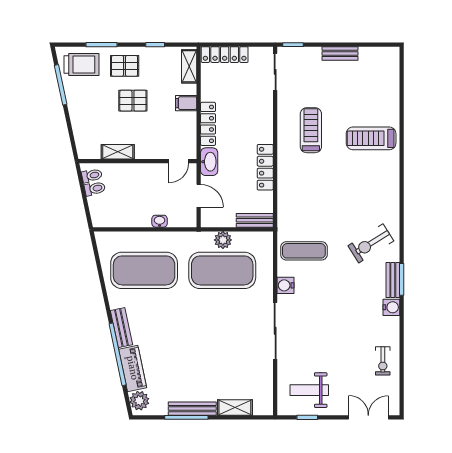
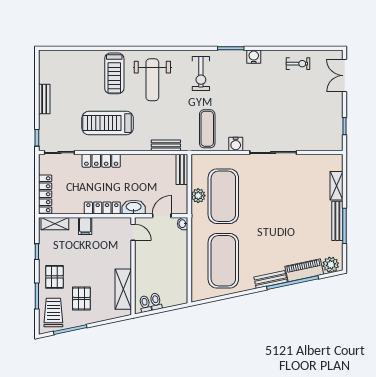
pallet: (133, 101) -> (81, 298), moved
treadmill: (311, 130) -> (108, 123), width x1.37, depth x1.38
shelving: (118, 152) -> (123, 289), width x1.50, depth x1.33
locker: (265, 167) -> (101, 161), moved
washbasin: (160, 221) -> (183, 224), moved
exercise bike: (371, 243) -> (201, 73), turned 32
bench: (393, 280) -> (166, 145), moved
weight bench: (309, 390) -> (152, 80), moved, width x1.36, depth x1.33

